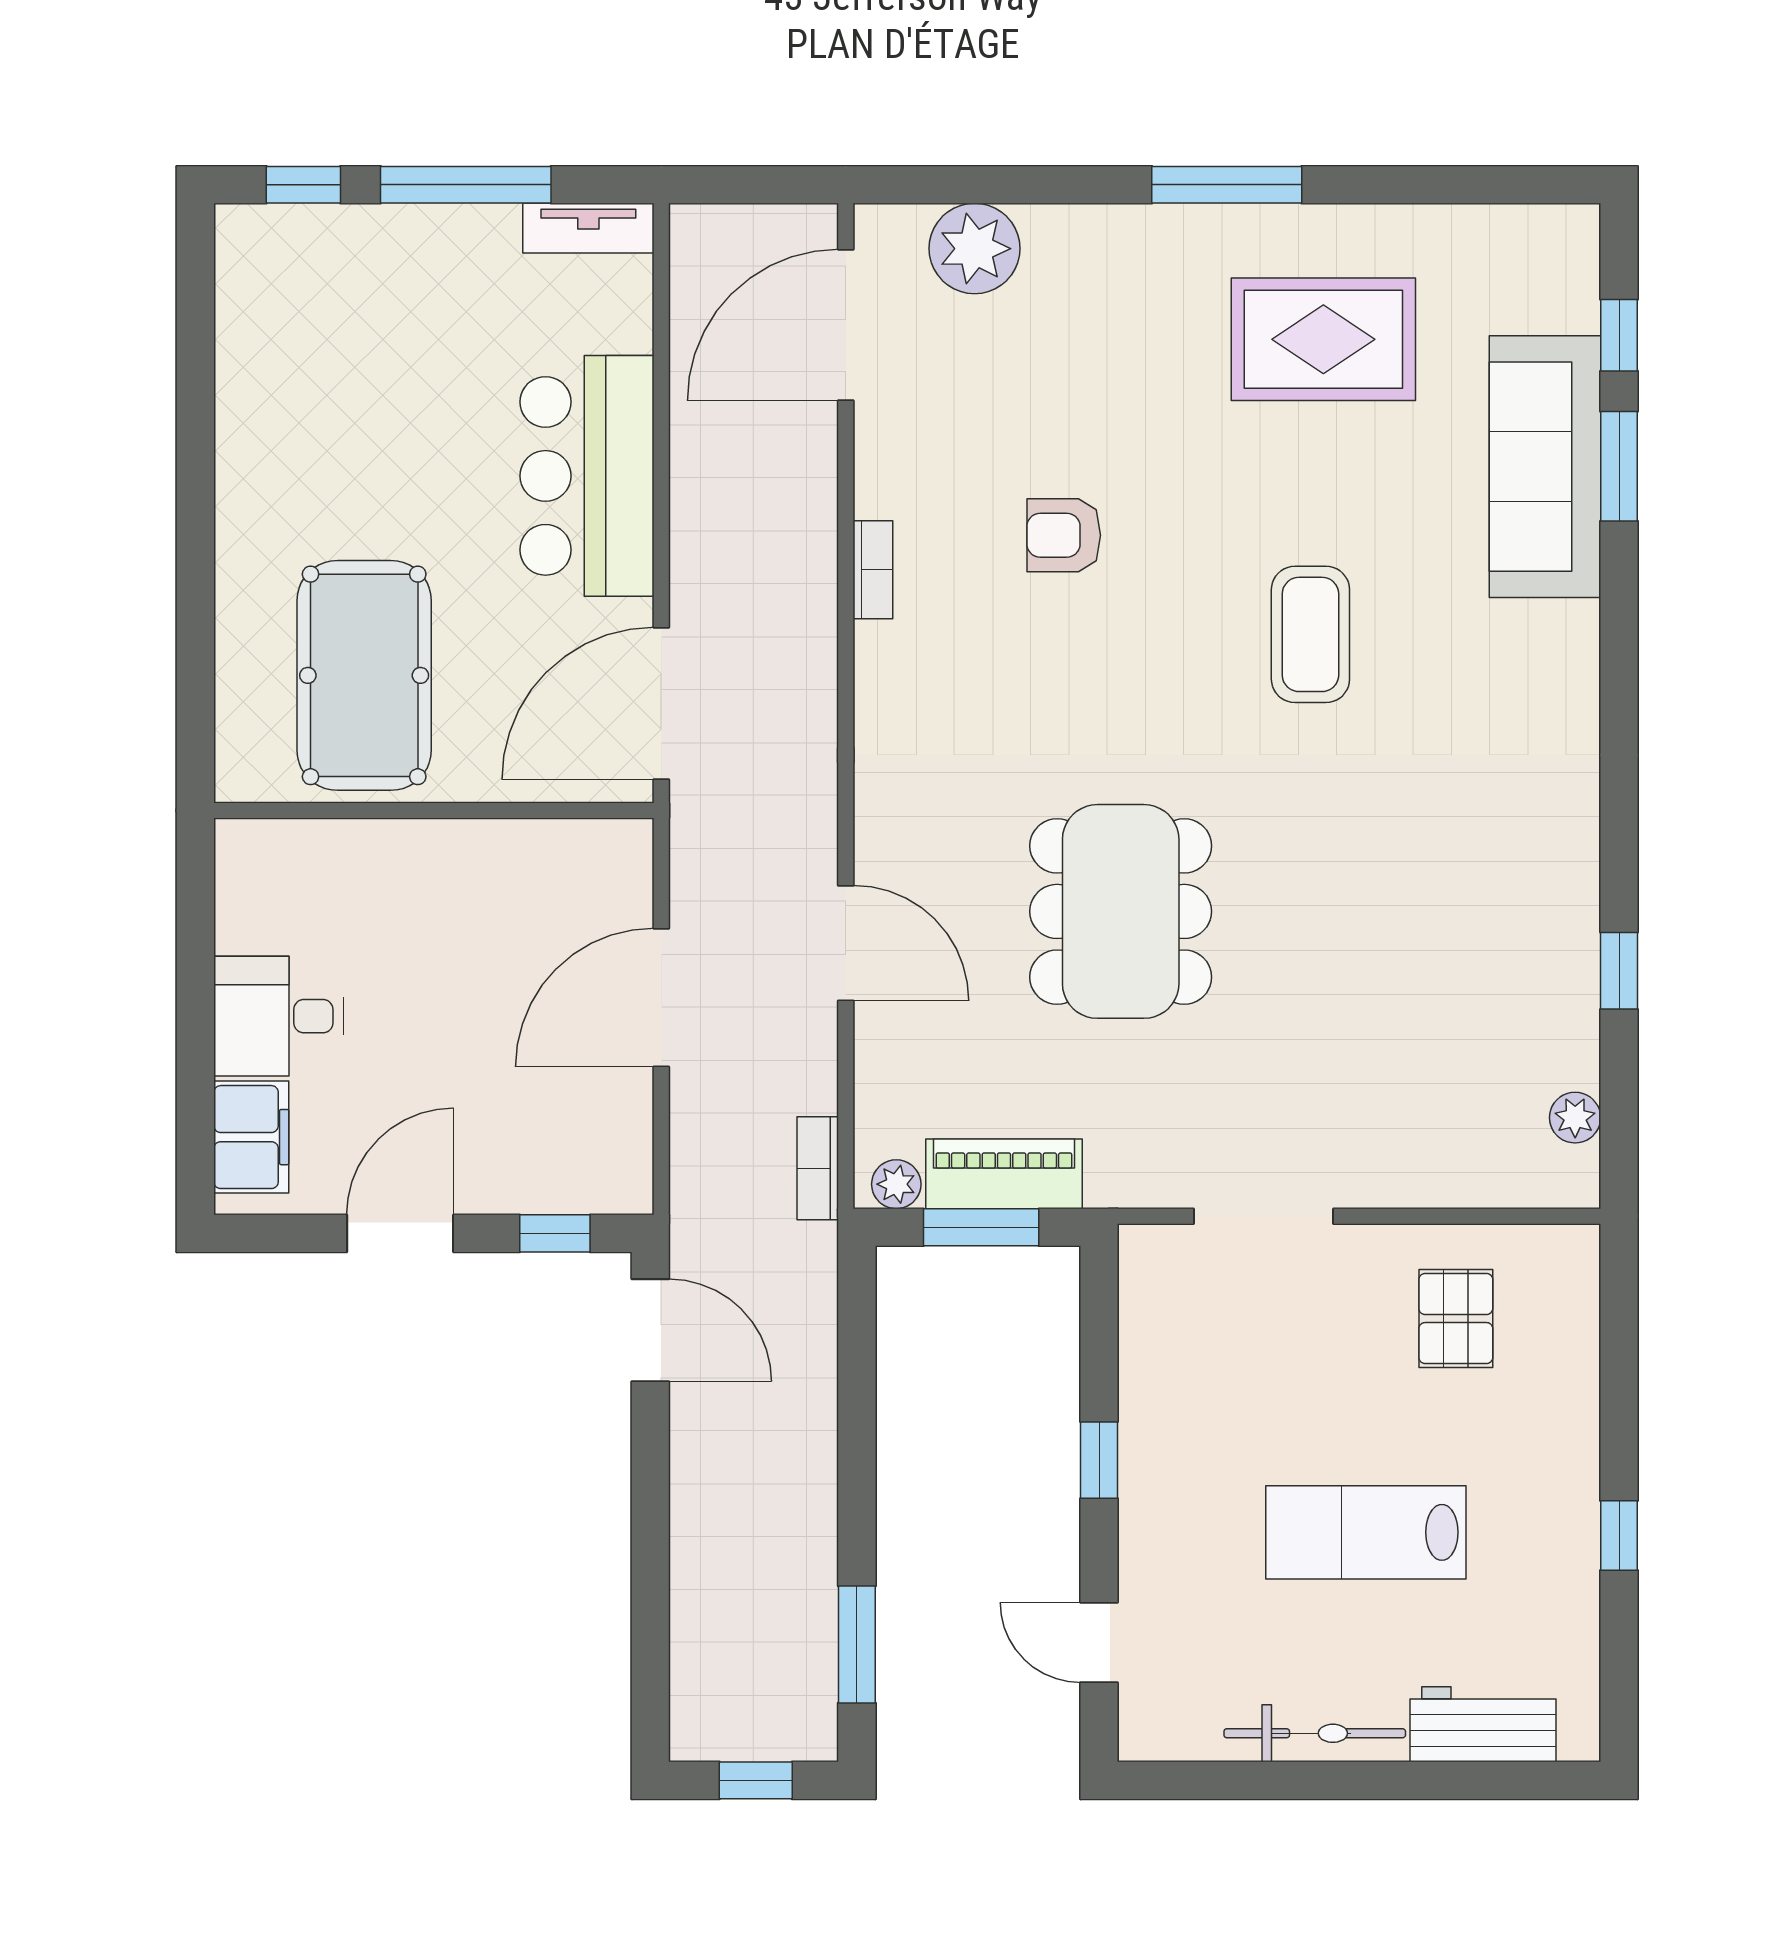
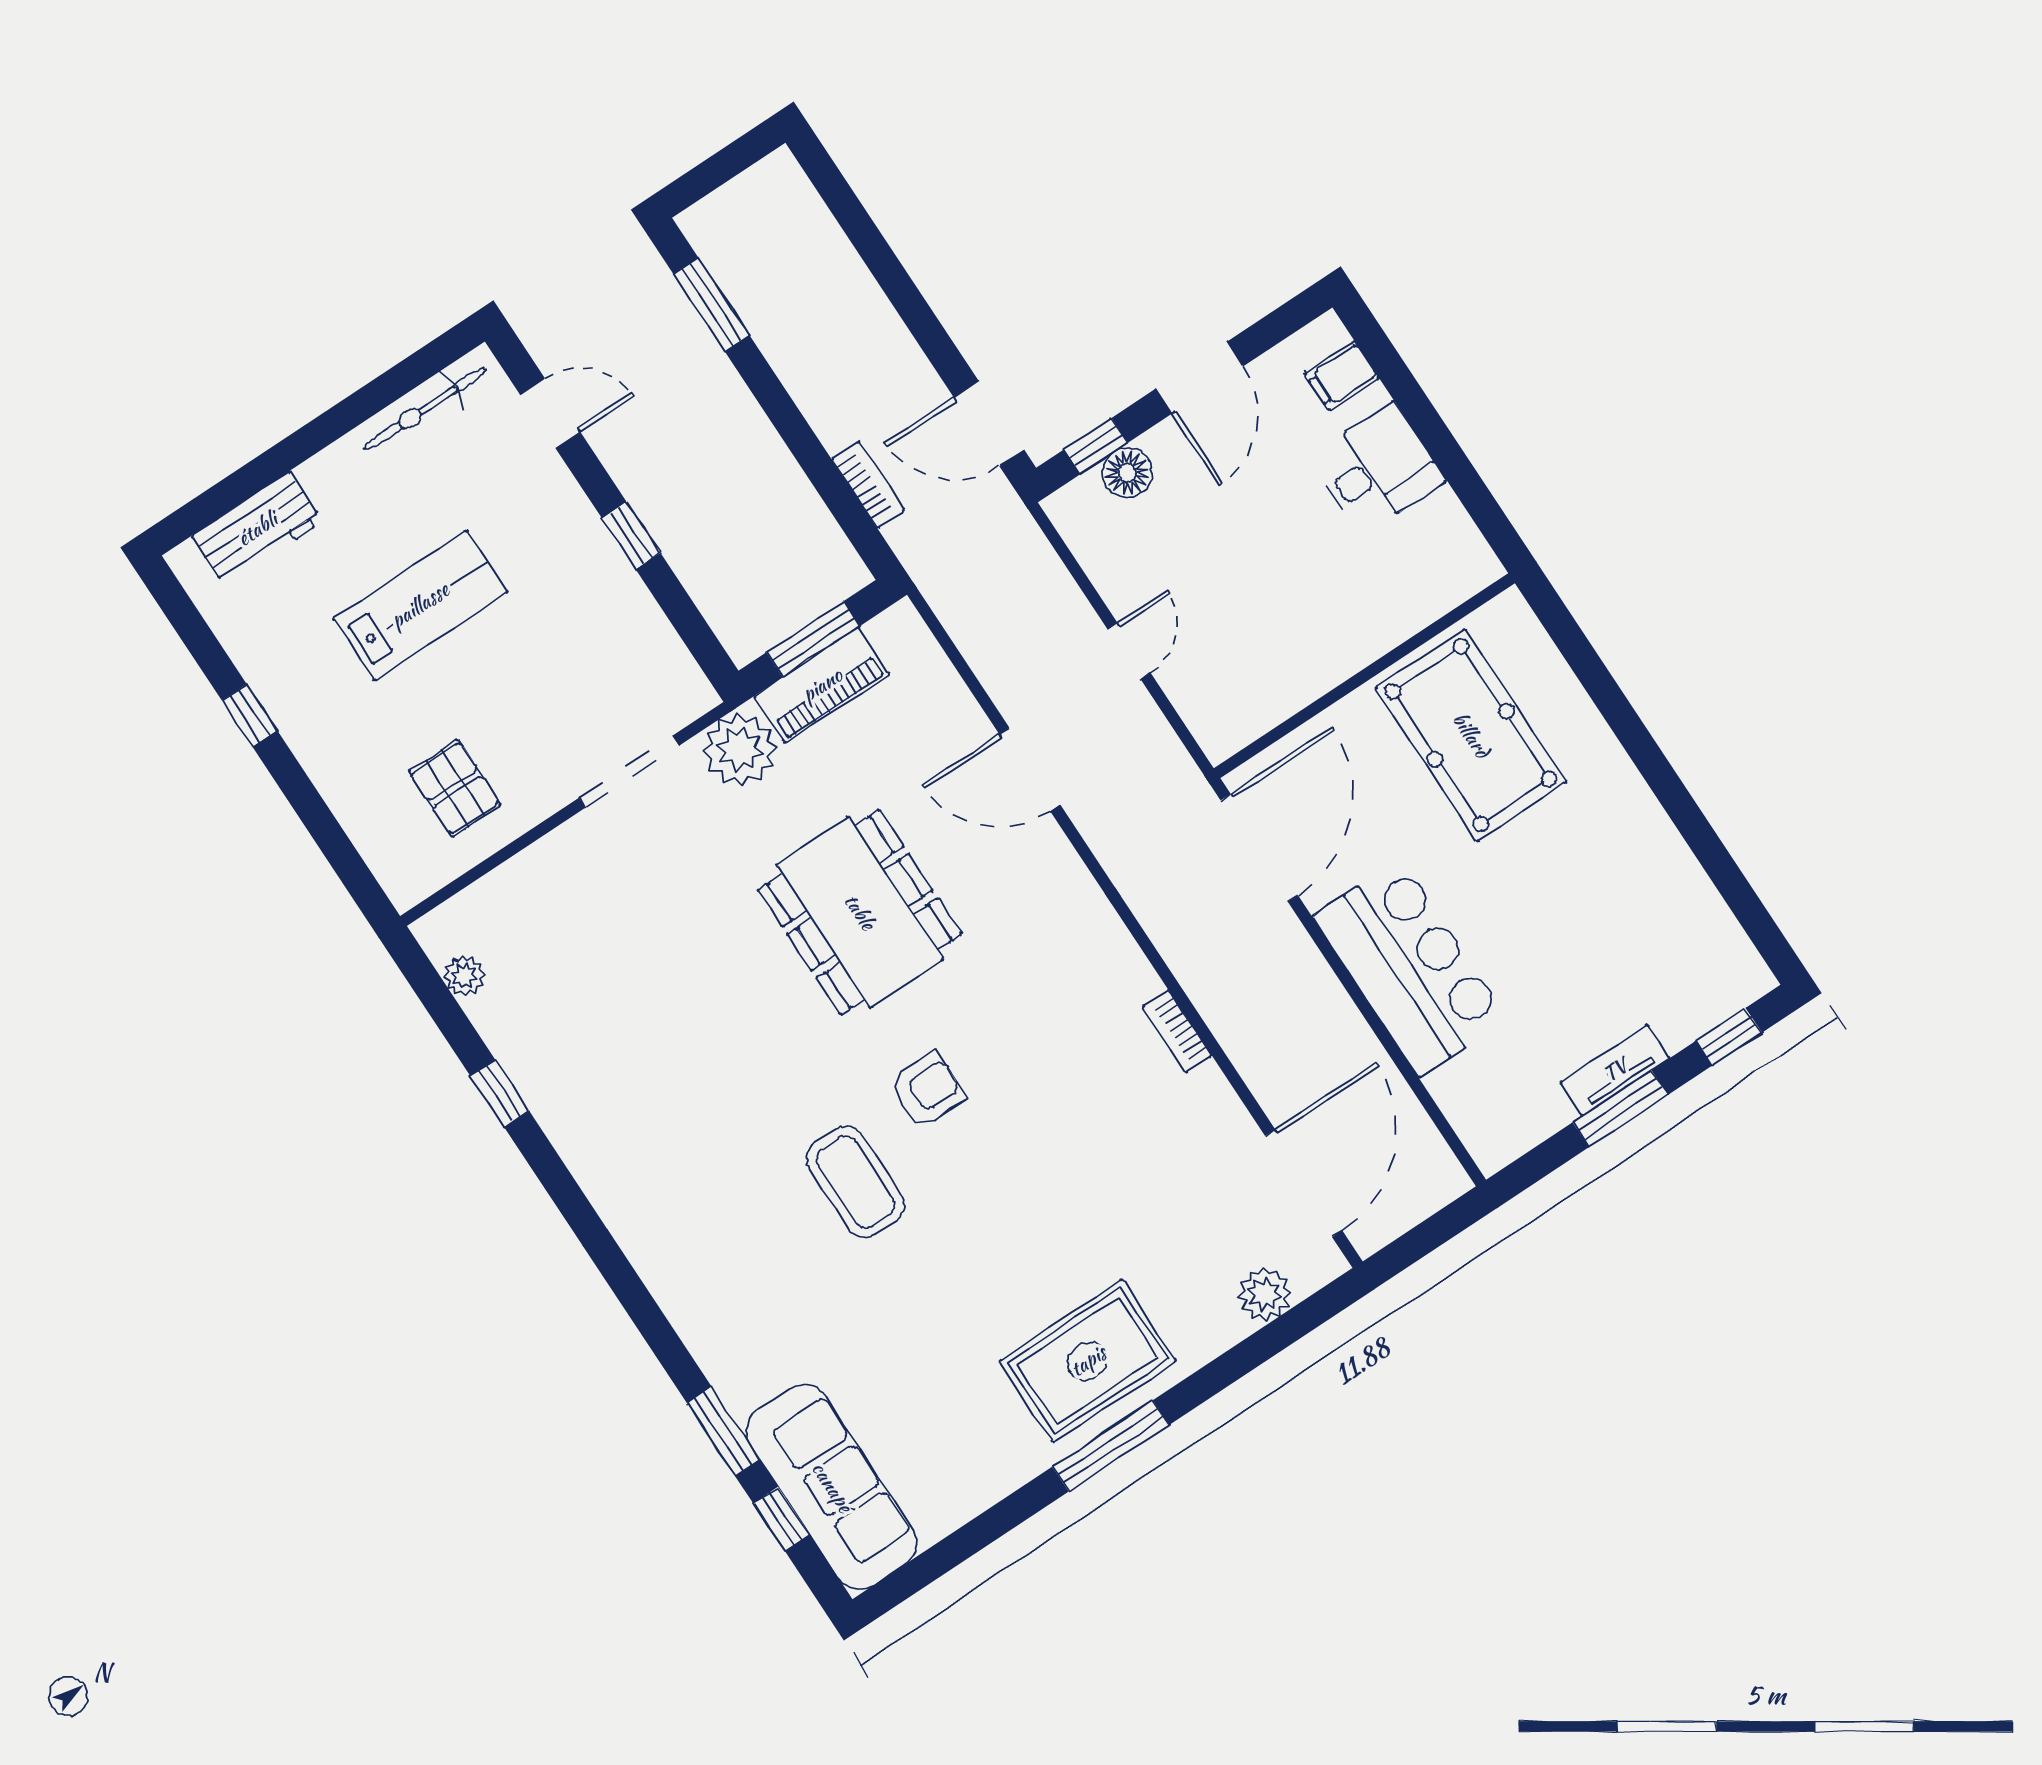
window: (466, 185) -> (1620, 1109), width x0.69
tv unit: (588, 228) -> (1615, 1070), moved
plant: (975, 249) -> (1265, 1294), width x0.73, depth x0.73
rug: (1323, 339) -> (1088, 1361), moved
sofa: (1545, 467) -> (832, 1487), moved
armchair: (1064, 535) -> (927, 1090), moved
door: (661, 998) -> (1129, 651), width x0.53
filing cabinet: (251, 1137) -> (1342, 376), width x0.50
bookcase: (818, 1168) -> (868, 484), moved
floor lamp: (540, 1184) -> (1127, 473), added
plant: (896, 1184) -> (740, 750), moved, width x1.88, depth x1.88
bicycle: (1315, 1733) -> (425, 409), moved
window: (756, 1780) -> (719, 169), removed

